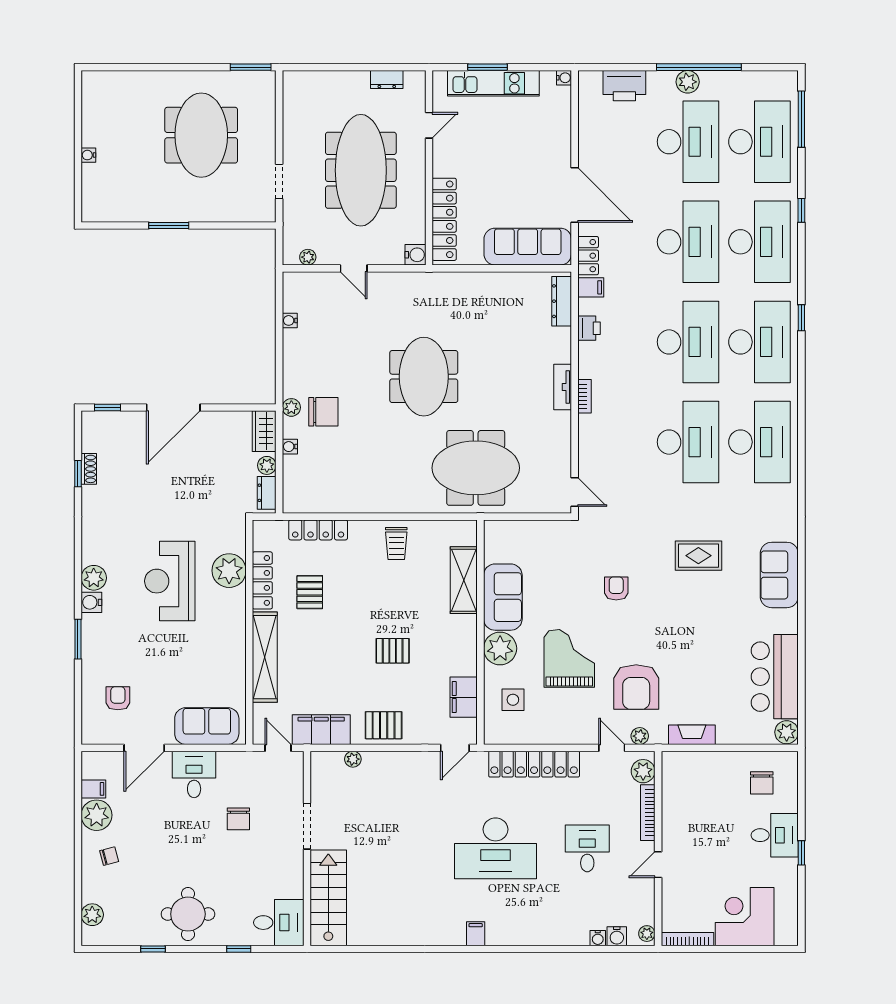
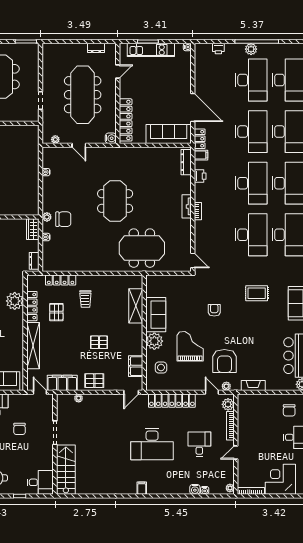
printer: (624, 86) -> (218, 49), width x0.53, depth x0.68
plant: (267, 465) -> (34, 247), removed
trolley: (396, 544) -> (85, 299), moved
water cooler: (617, 936) -> (195, 489), moved

